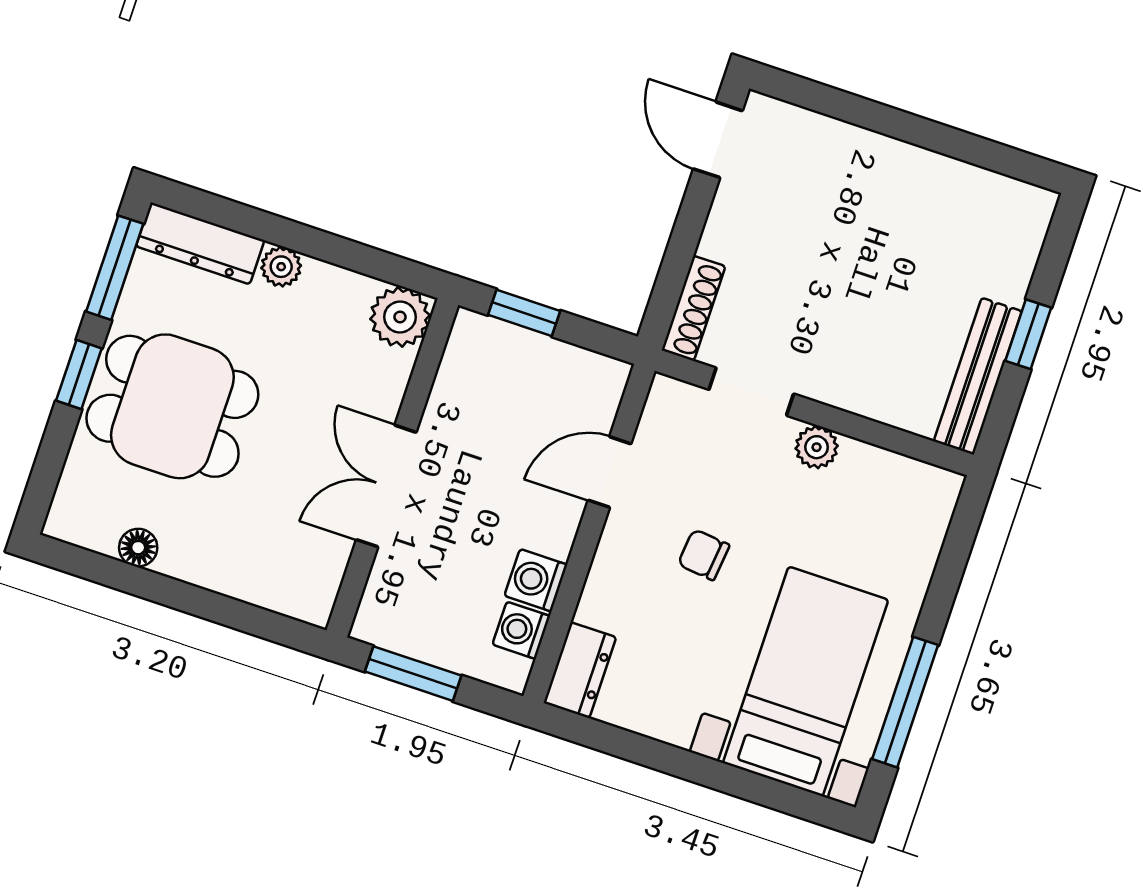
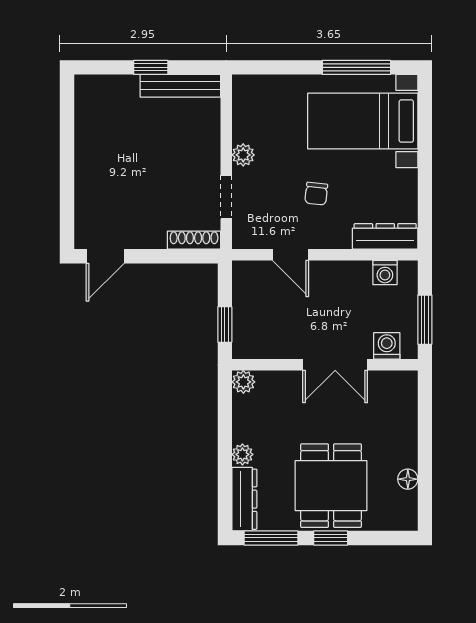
plant: (400, 317) -> (243, 382), width x0.73, depth x0.73
washing machine: (536, 580) -> (387, 346), moved, turned 180
dresser: (580, 670) -> (385, 236), width x1.44

